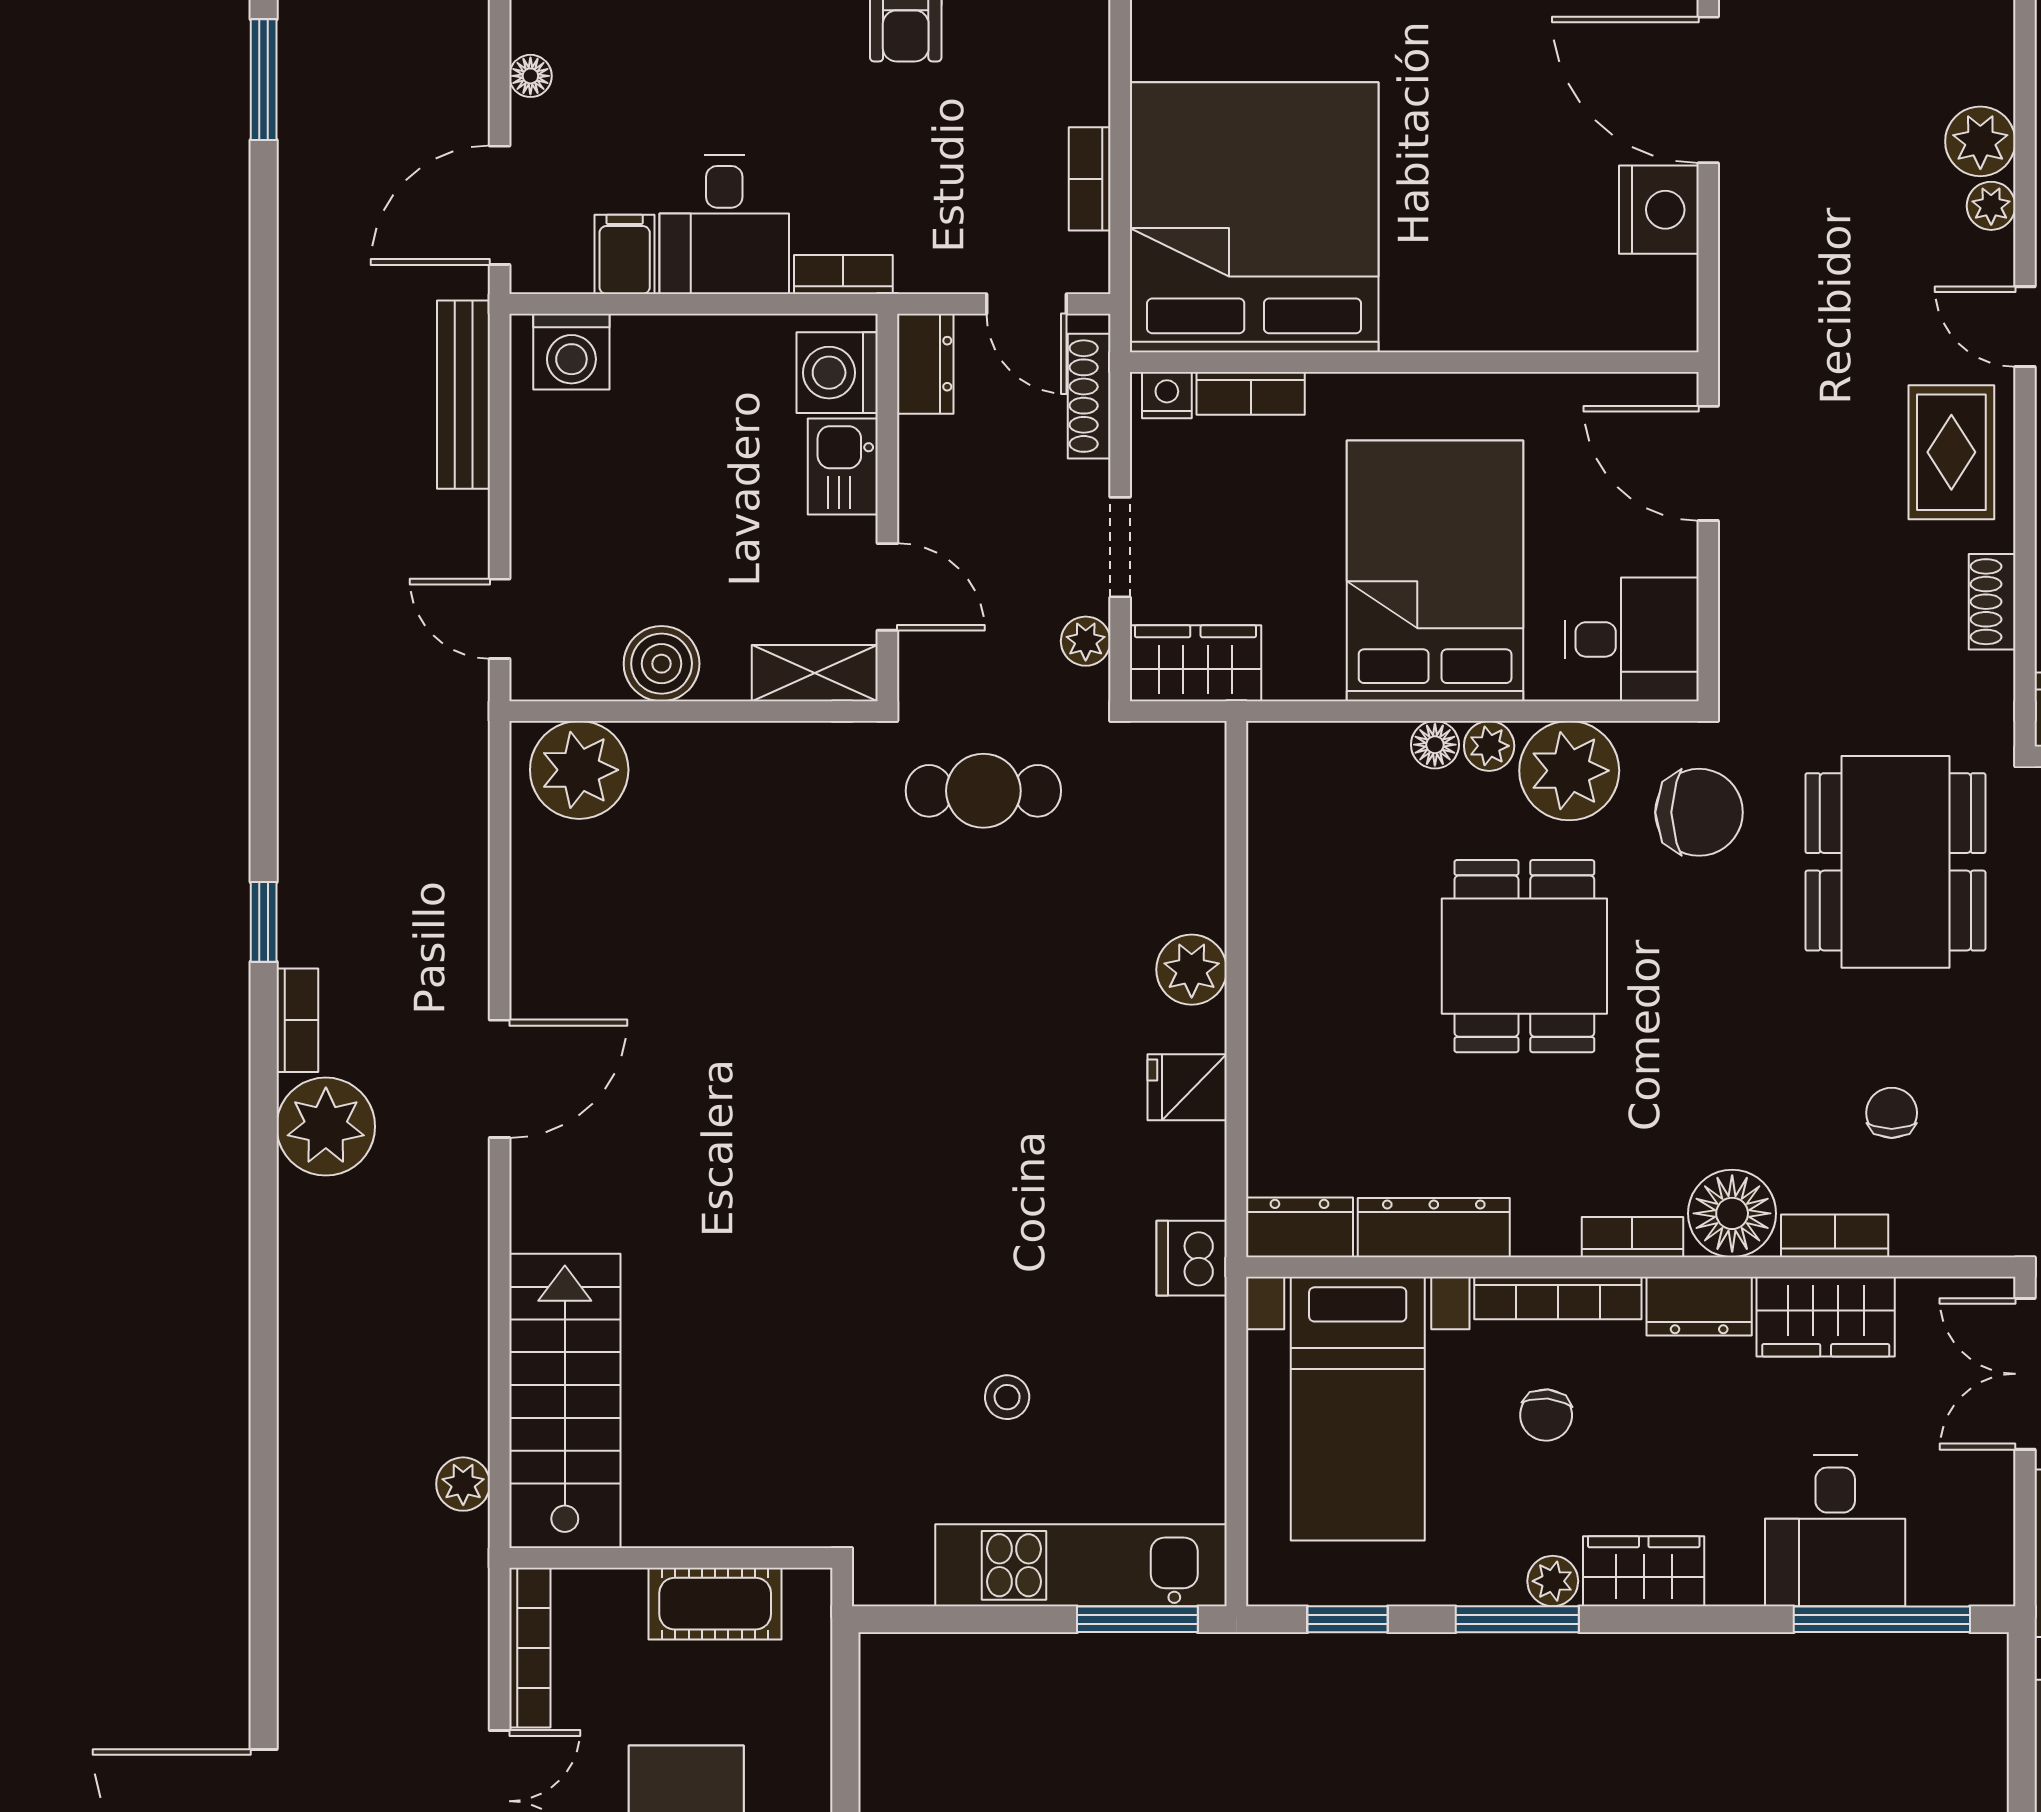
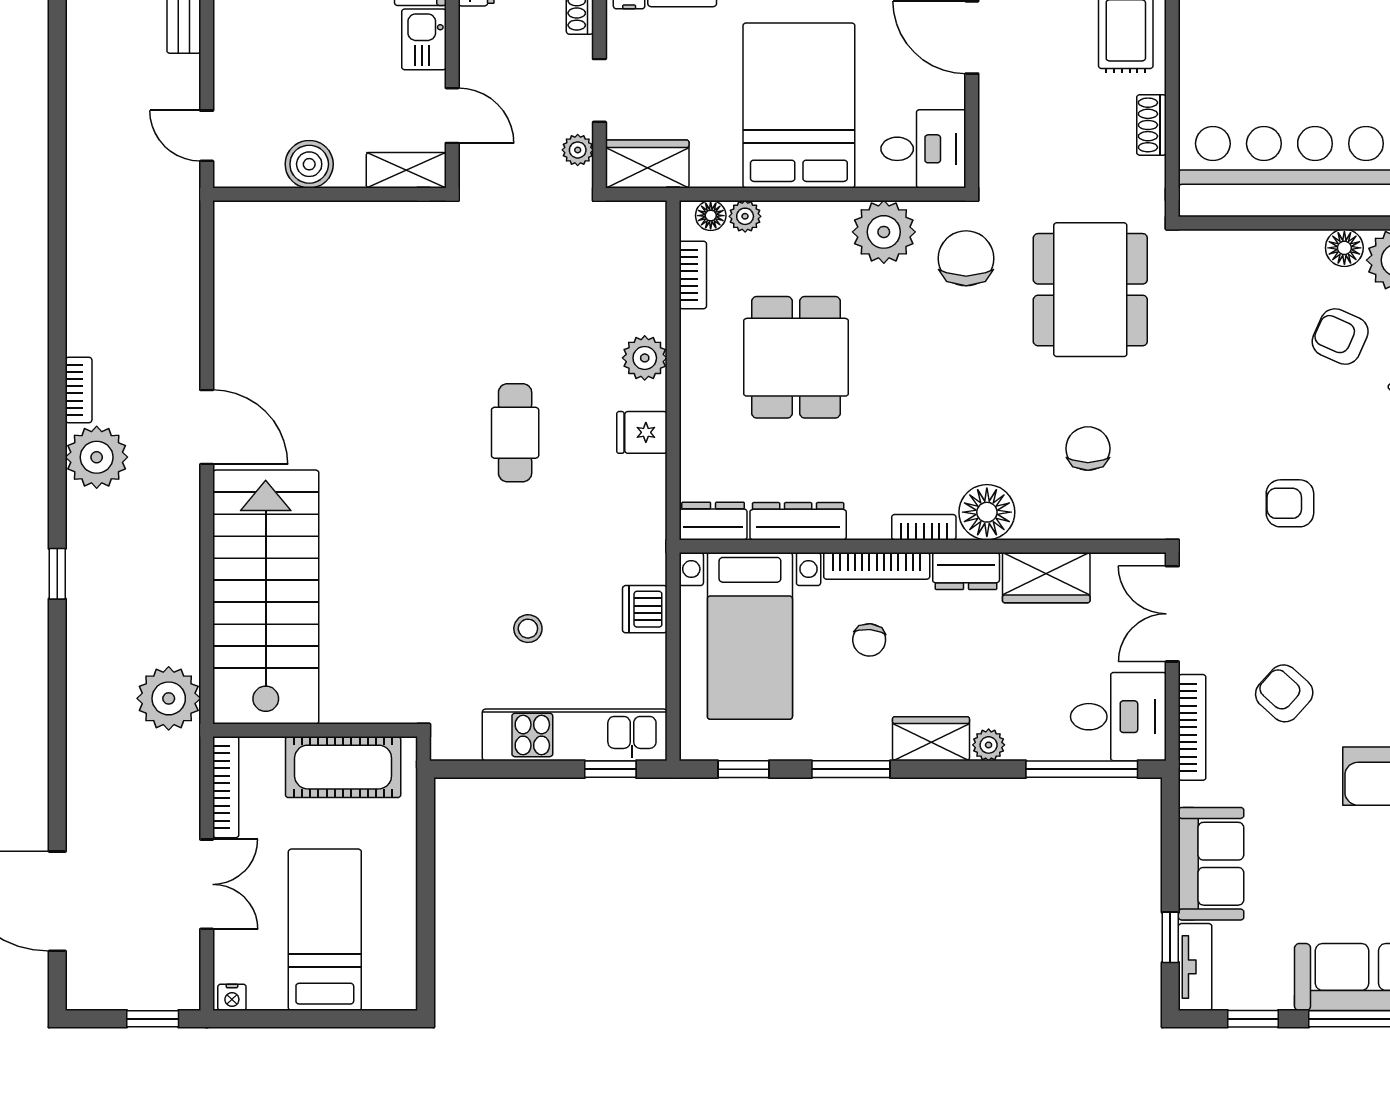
floor lamp: (1435, 745) -> (711, 216), moved
plant: (1489, 746) -> (745, 216), moved
plant: (579, 770) -> (257, 231), removed
cafe table: (983, 791) -> (515, 433), moved, turned 90
chair: (1699, 812) -> (966, 258), turned -90
window: (264, 922) -> (57, 574), moved
dining table: (1524, 956) -> (796, 357), moved
door: (500, 1079) -> (207, 427), hinge flipped
chair: (1892, 1113) -> (1088, 449), width x1.37, depth x1.37
bookcase: (1835, 1236) -> (693, 275), moved, turned 90
dishwasher: (1192, 1258) -> (645, 609), moved
stairs: (565, 1401) -> (266, 597), width x1.36, depth x1.51
plant: (463, 1484) -> (169, 698), width x1.88, depth x1.88
desk: (1835, 1531) -> (1118, 717), moved, turned -90
plant: (1553, 1581) -> (989, 745), moved
cot: (715, 1604) -> (343, 767), width x1.37, depth x1.34
window: (1137, 1619) -> (610, 769), width x0.67

